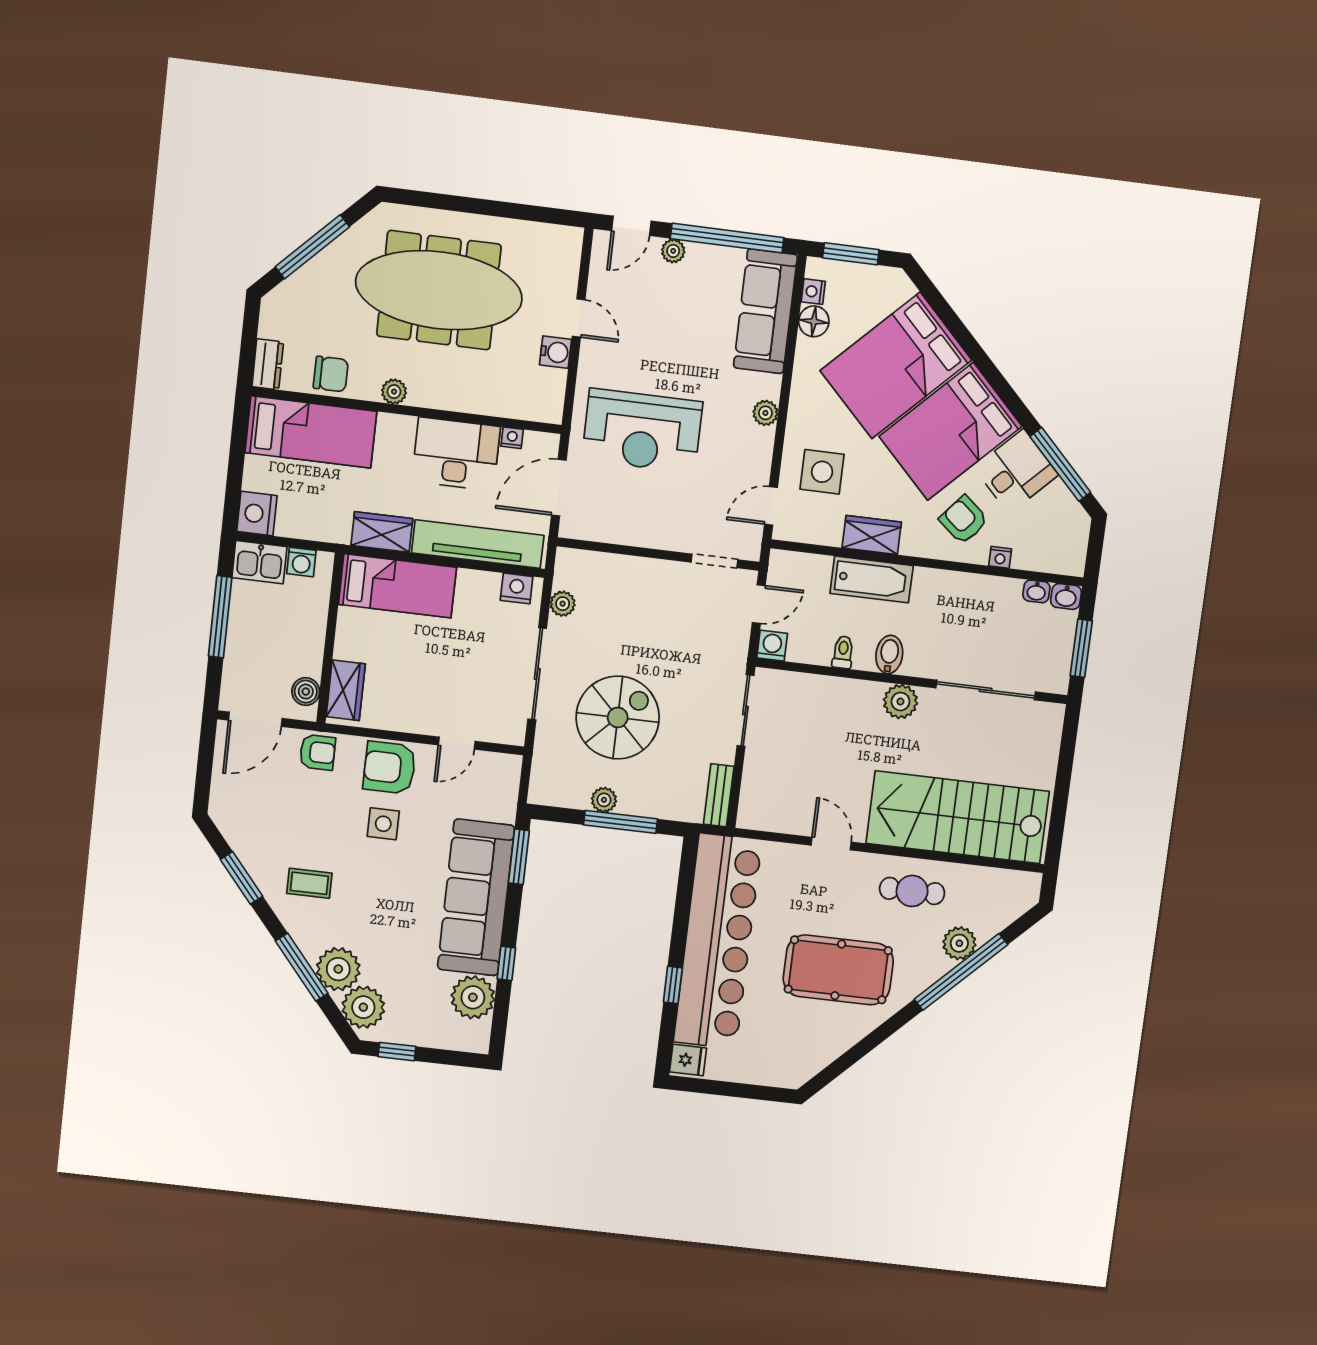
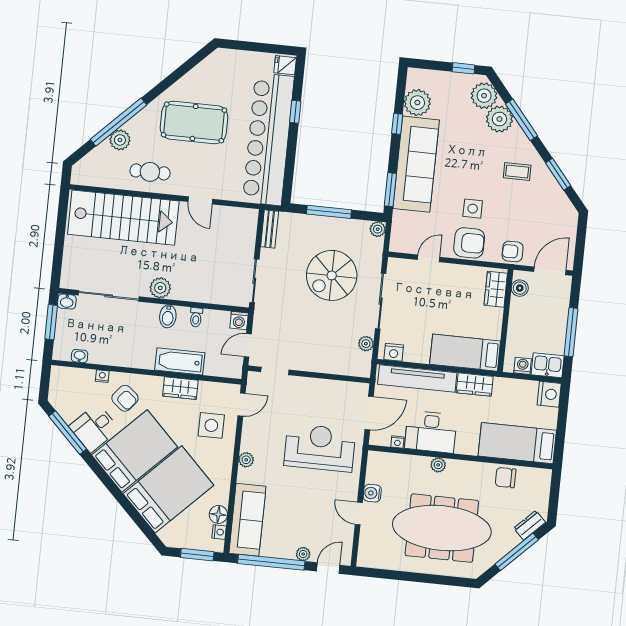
dresser: (268, 364) -> (530, 525), moved, turned 45
plant: (394, 392) -> (438, 465), moved
washbasin: (1066, 596) -> (67, 302), moved, turned 180
plant: (604, 800) -> (378, 229), moved

